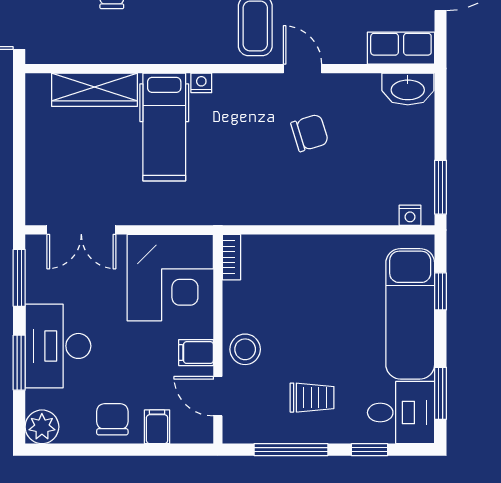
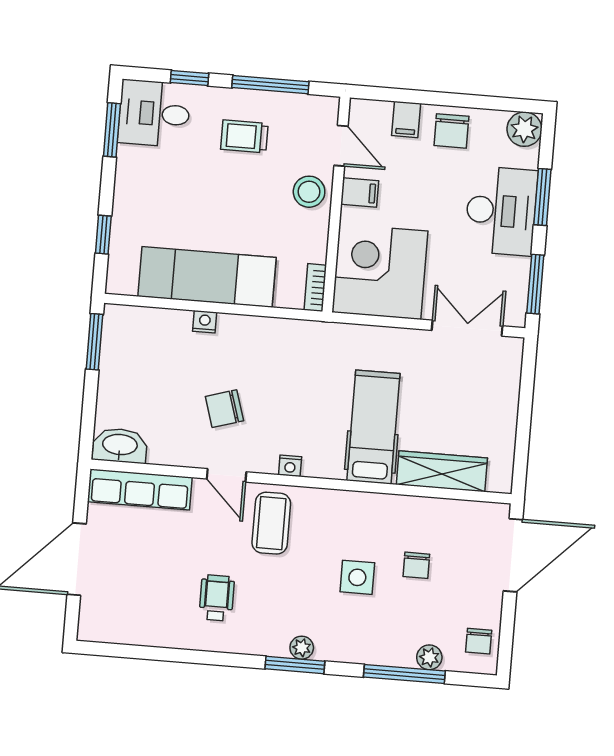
row of seats: (401, 48) -> (140, 489), width x1.48
nightstand: (201, 83) -> (290, 466), moved
nightstand: (410, 215) -> (205, 322), moved
exam couch: (410, 314) -> (207, 277), moved, turned -90

